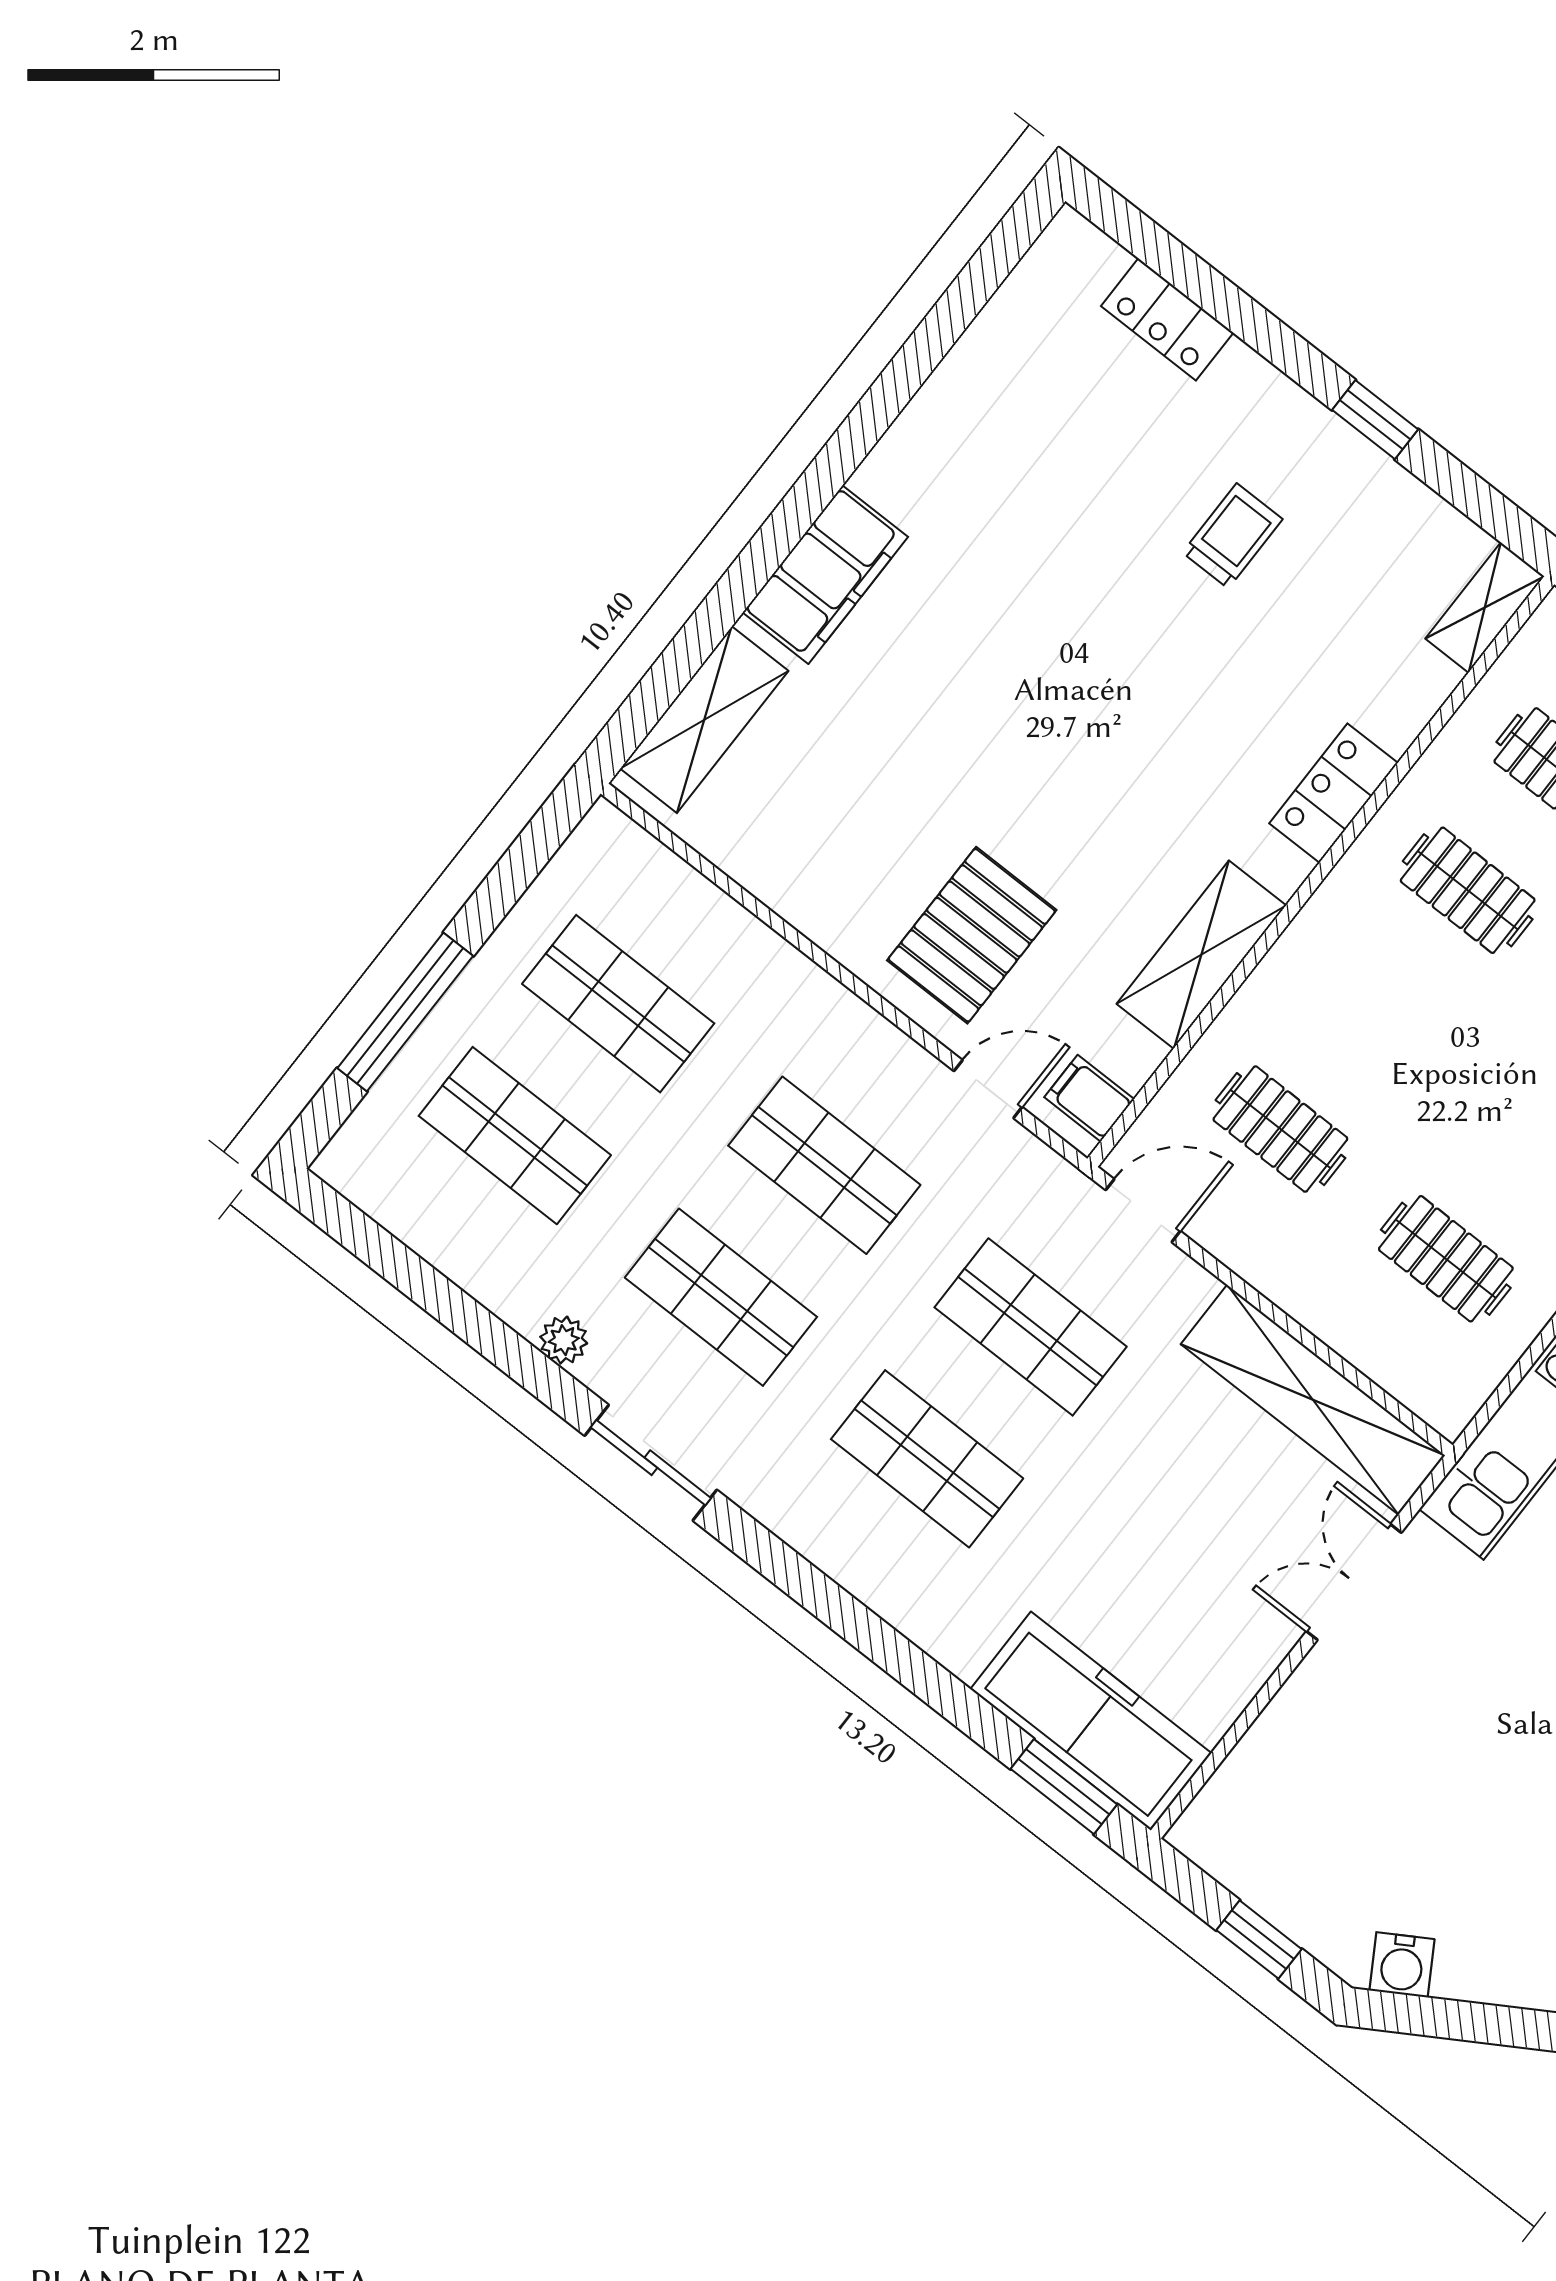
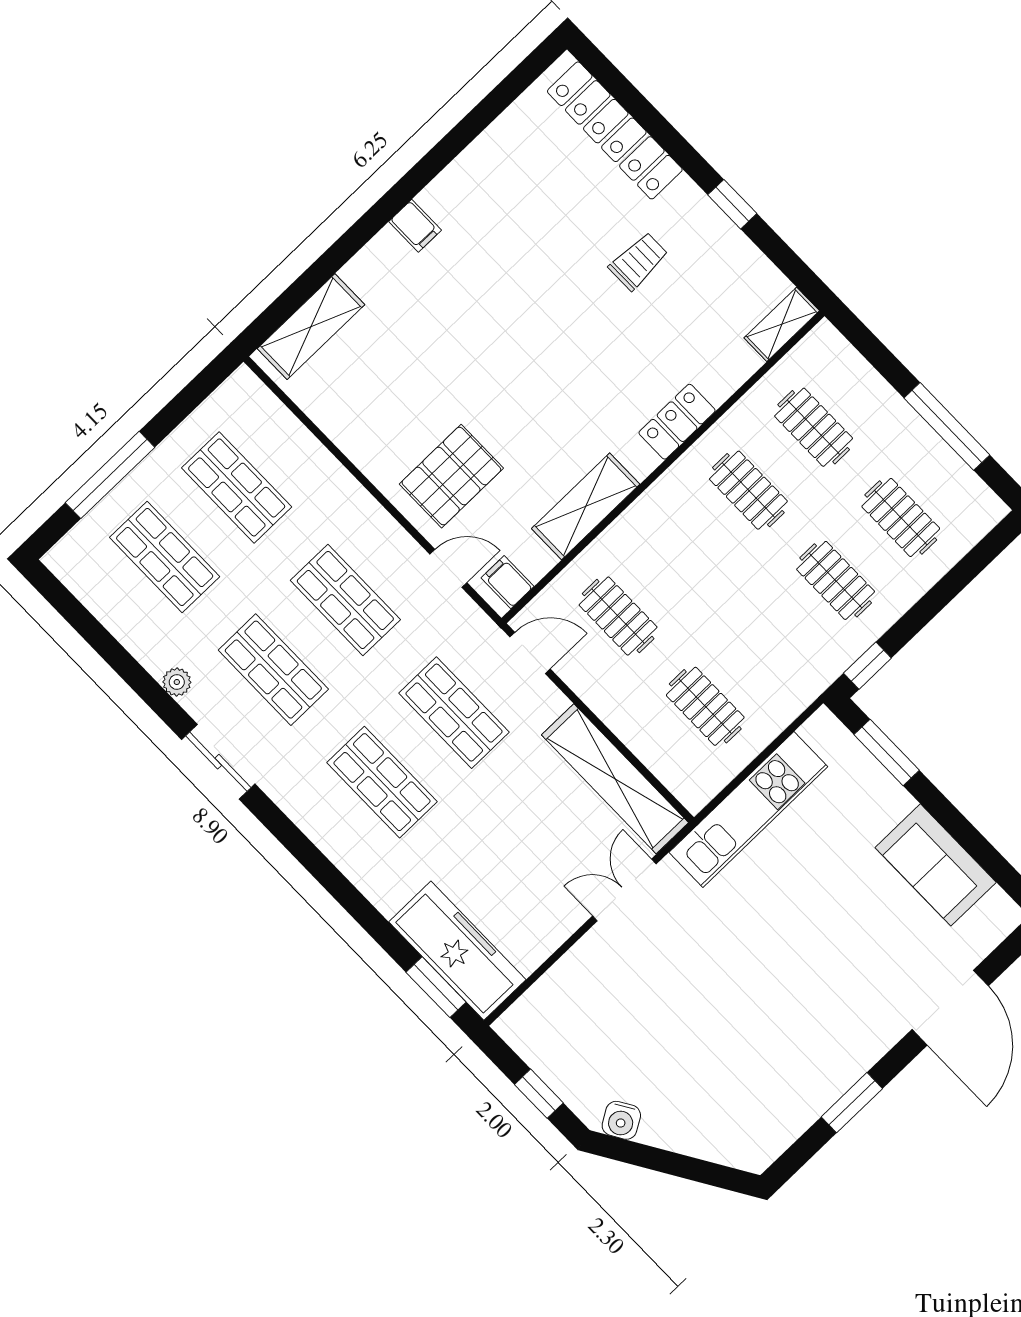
locker: (1167, 319) -> (615, 130), width x2.16, depth x1.21
filing cabinet: (825, 575) -> (415, 226), width x0.33, depth x0.86

